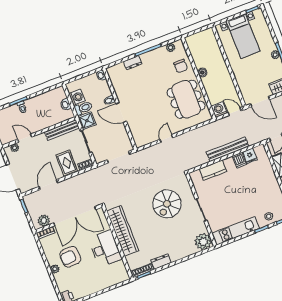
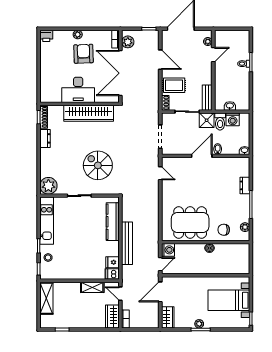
bench: (62, 130) -> (207, 98), width x0.73
door: (166, 138) -> (160, 173), moved
dishwasher: (239, 160) -> (112, 274), moved
kitchen counter: (213, 170) -> (113, 222), width x1.50

